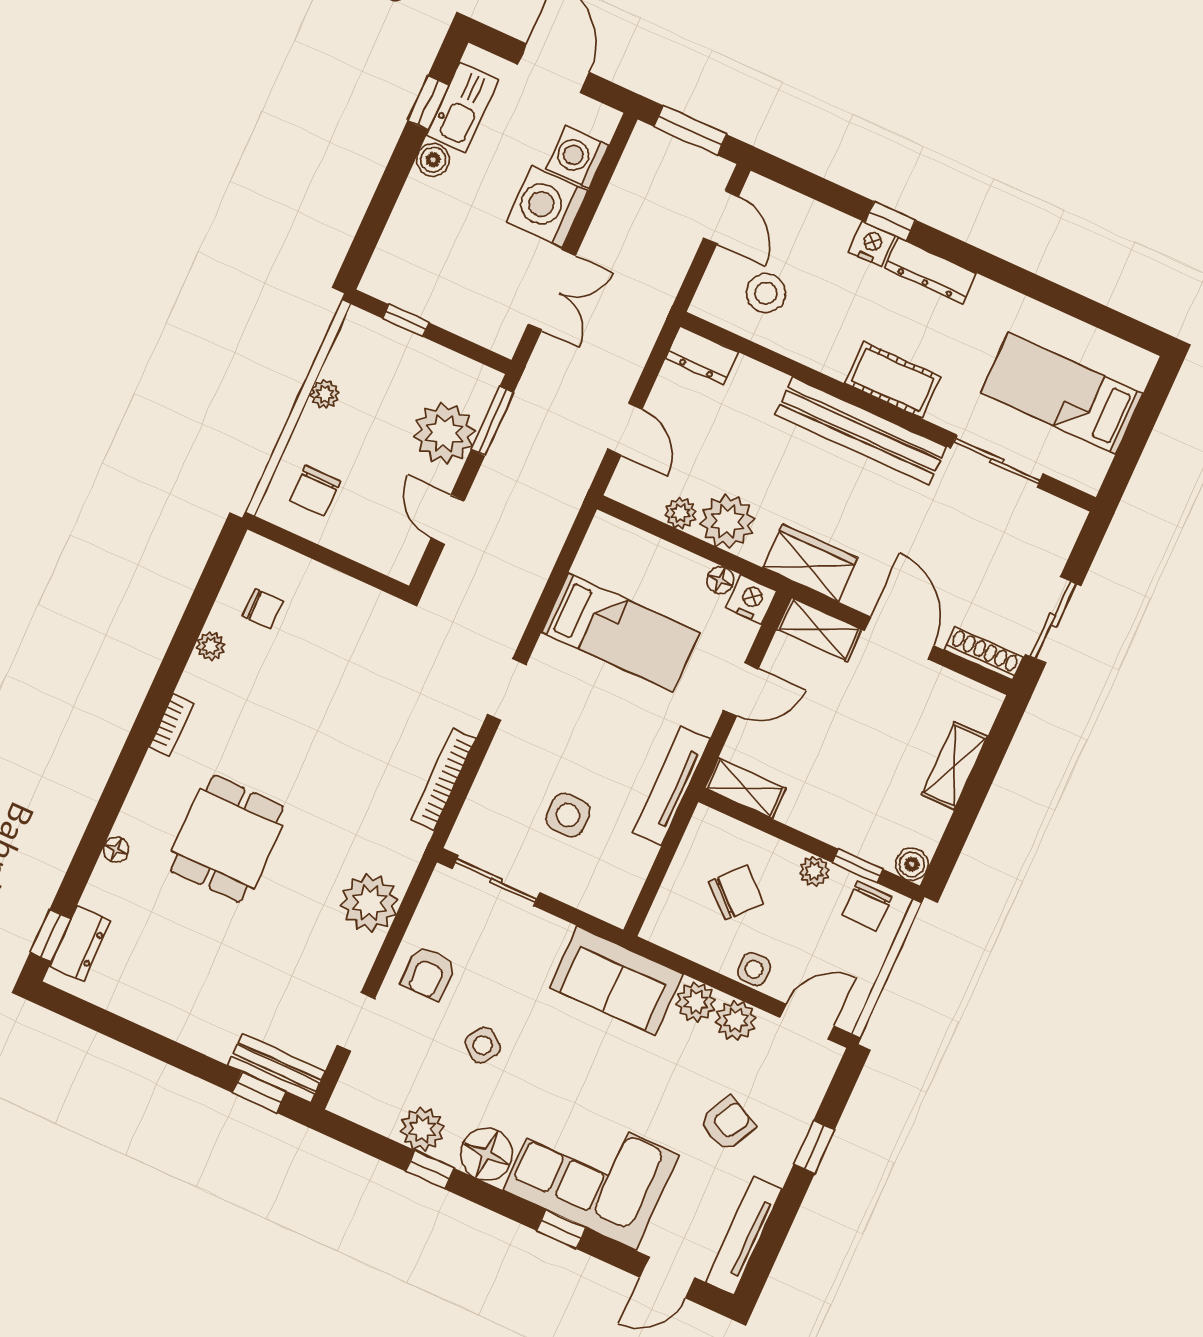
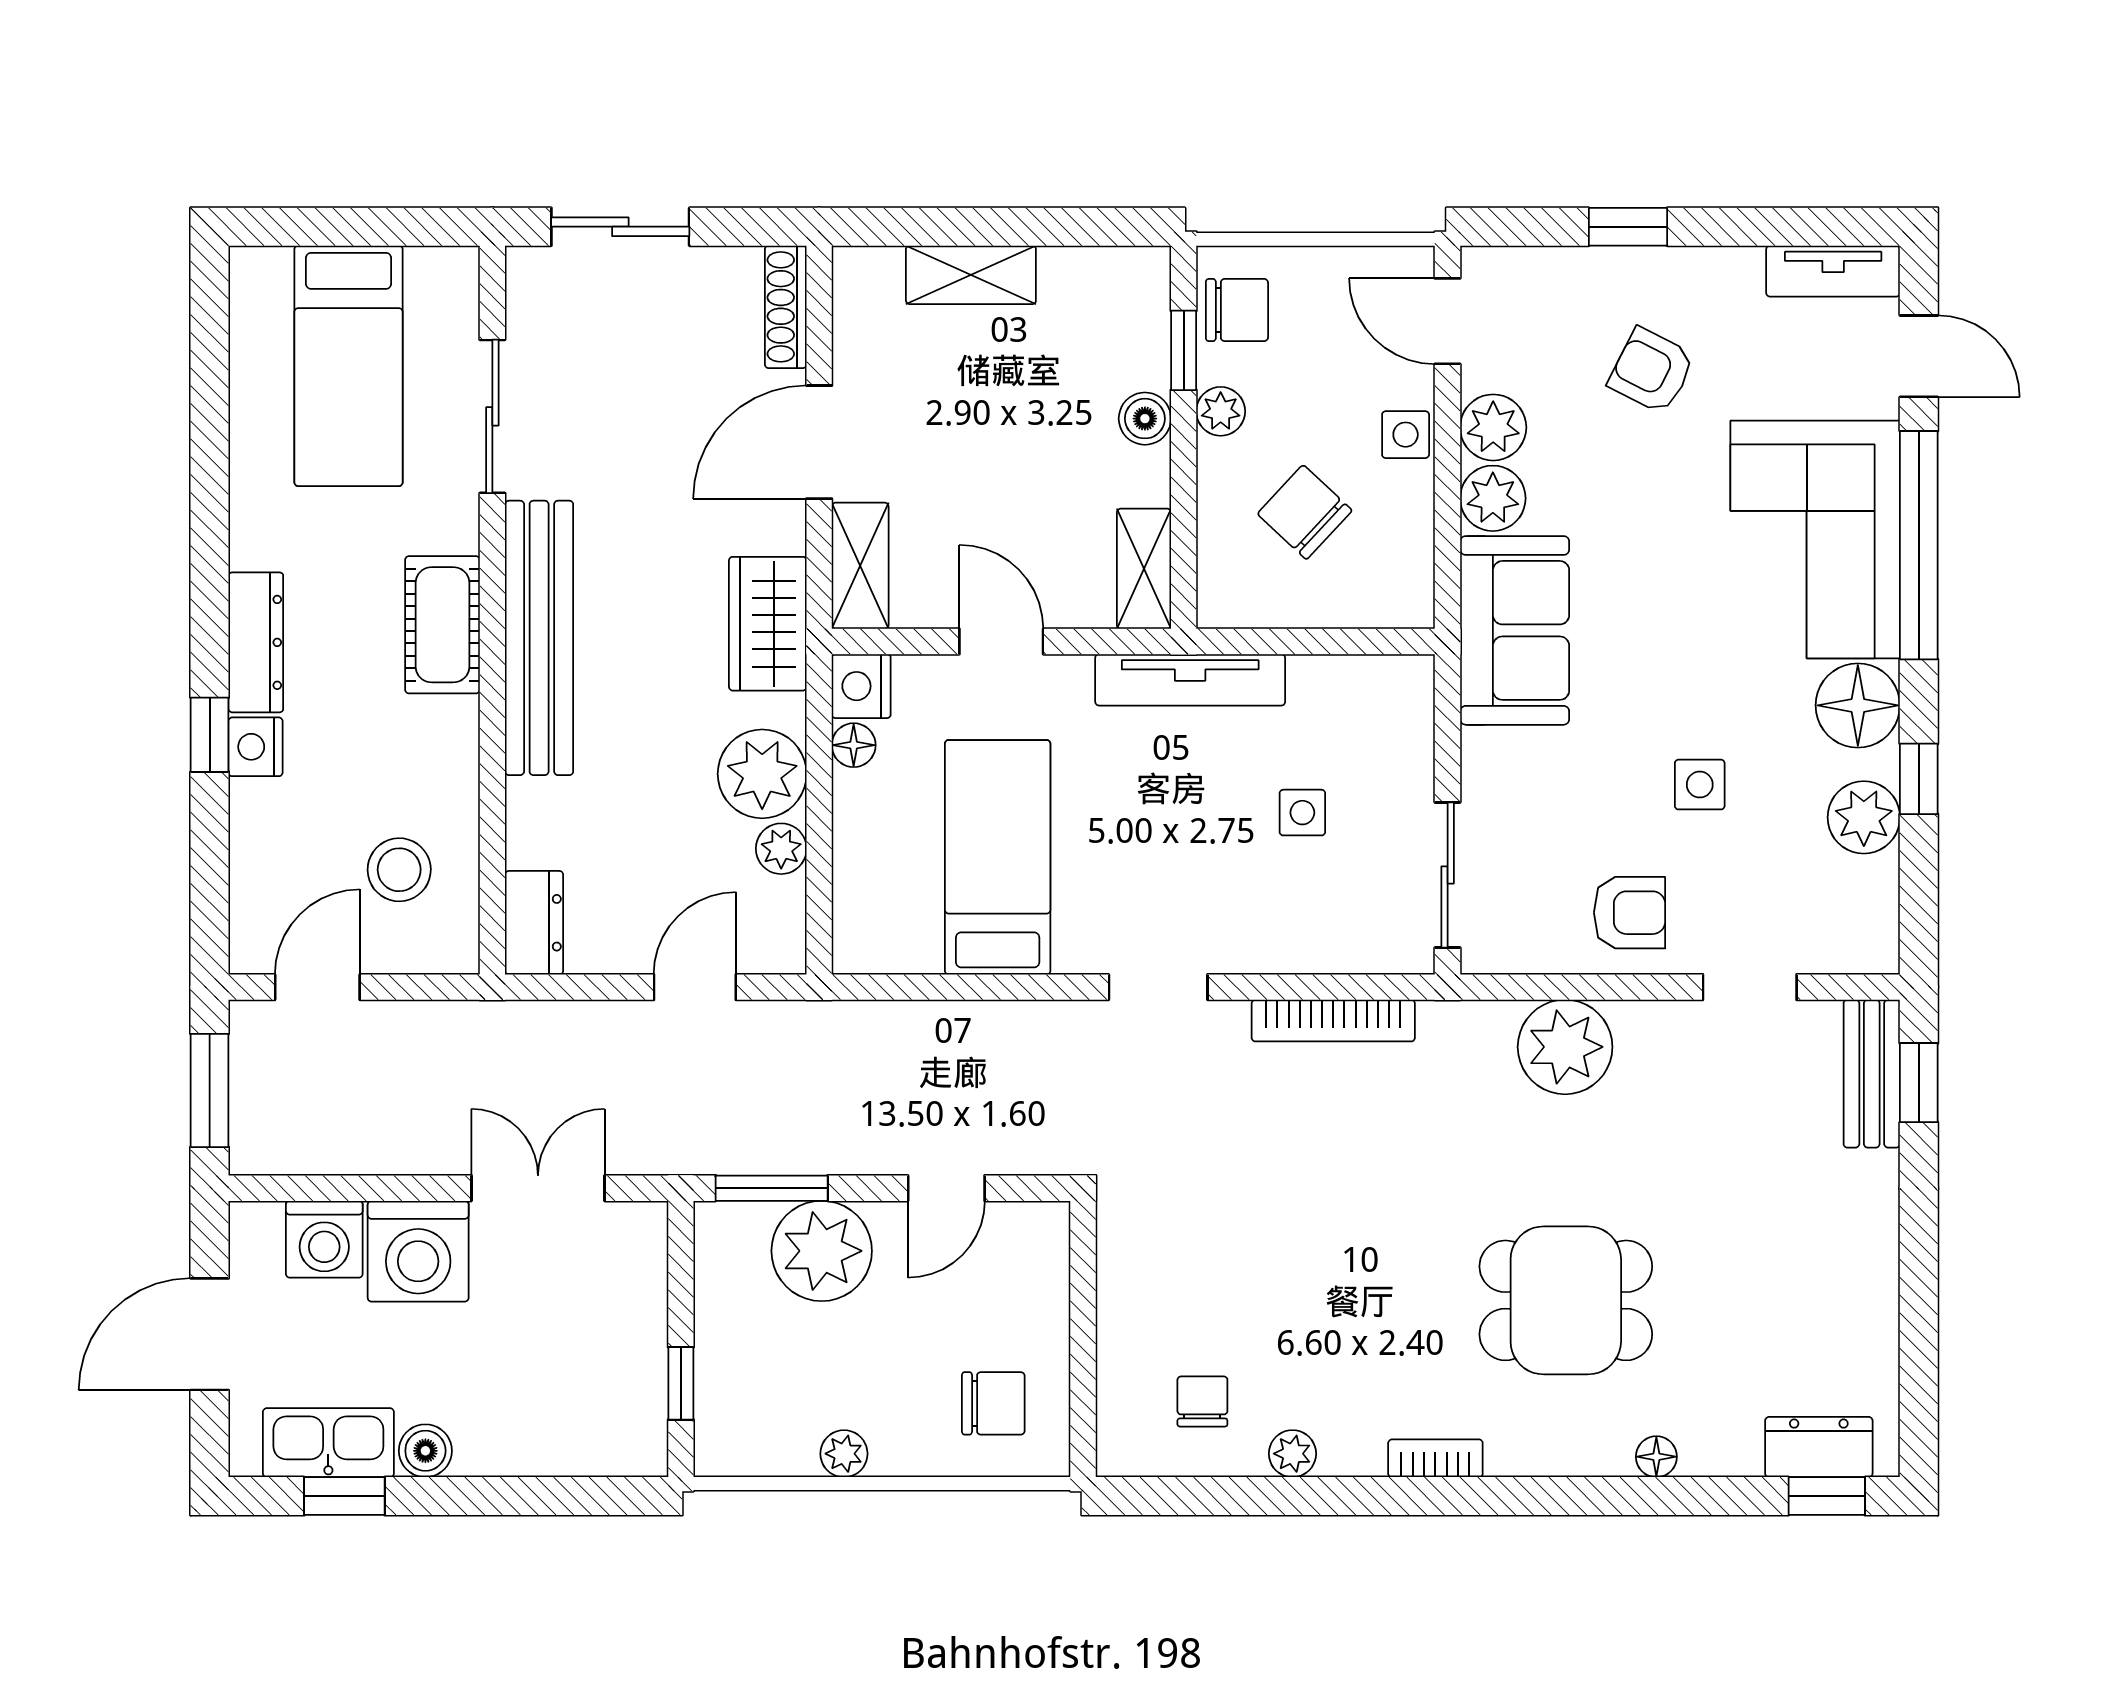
sliding door: (1053, 620) -> (620, 227), moved
side table: (568, 815) -> (1302, 813), width x0.73, depth x0.73
boiler: (912, 864) -> (1145, 419), moved
side table: (483, 1045) -> (1700, 785), turned -37
window: (561, 1229) -> (1919, 545), width x3.17
tv unit: (744, 1236) -> (1833, 271), width x0.71

